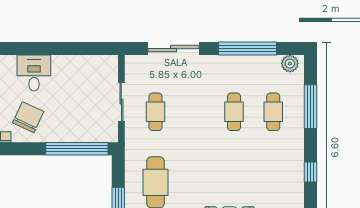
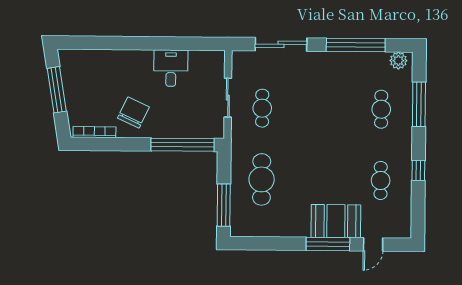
desk: (34, 73) -> (171, 68), moved
cafe table: (234, 112) -> (381, 180), moved

